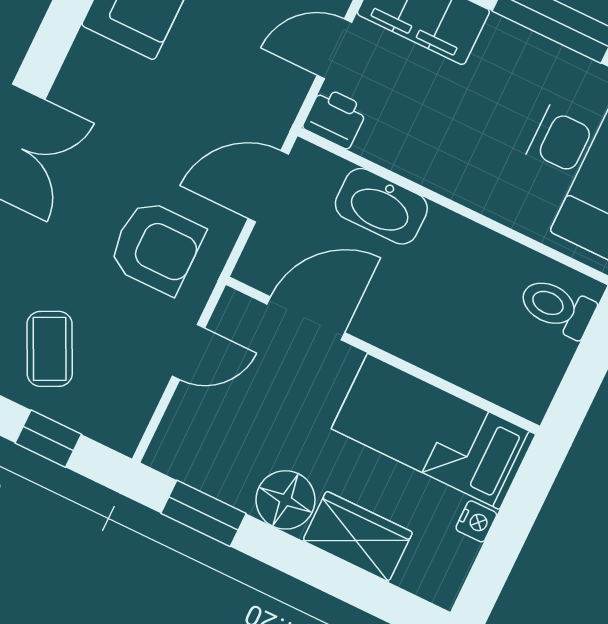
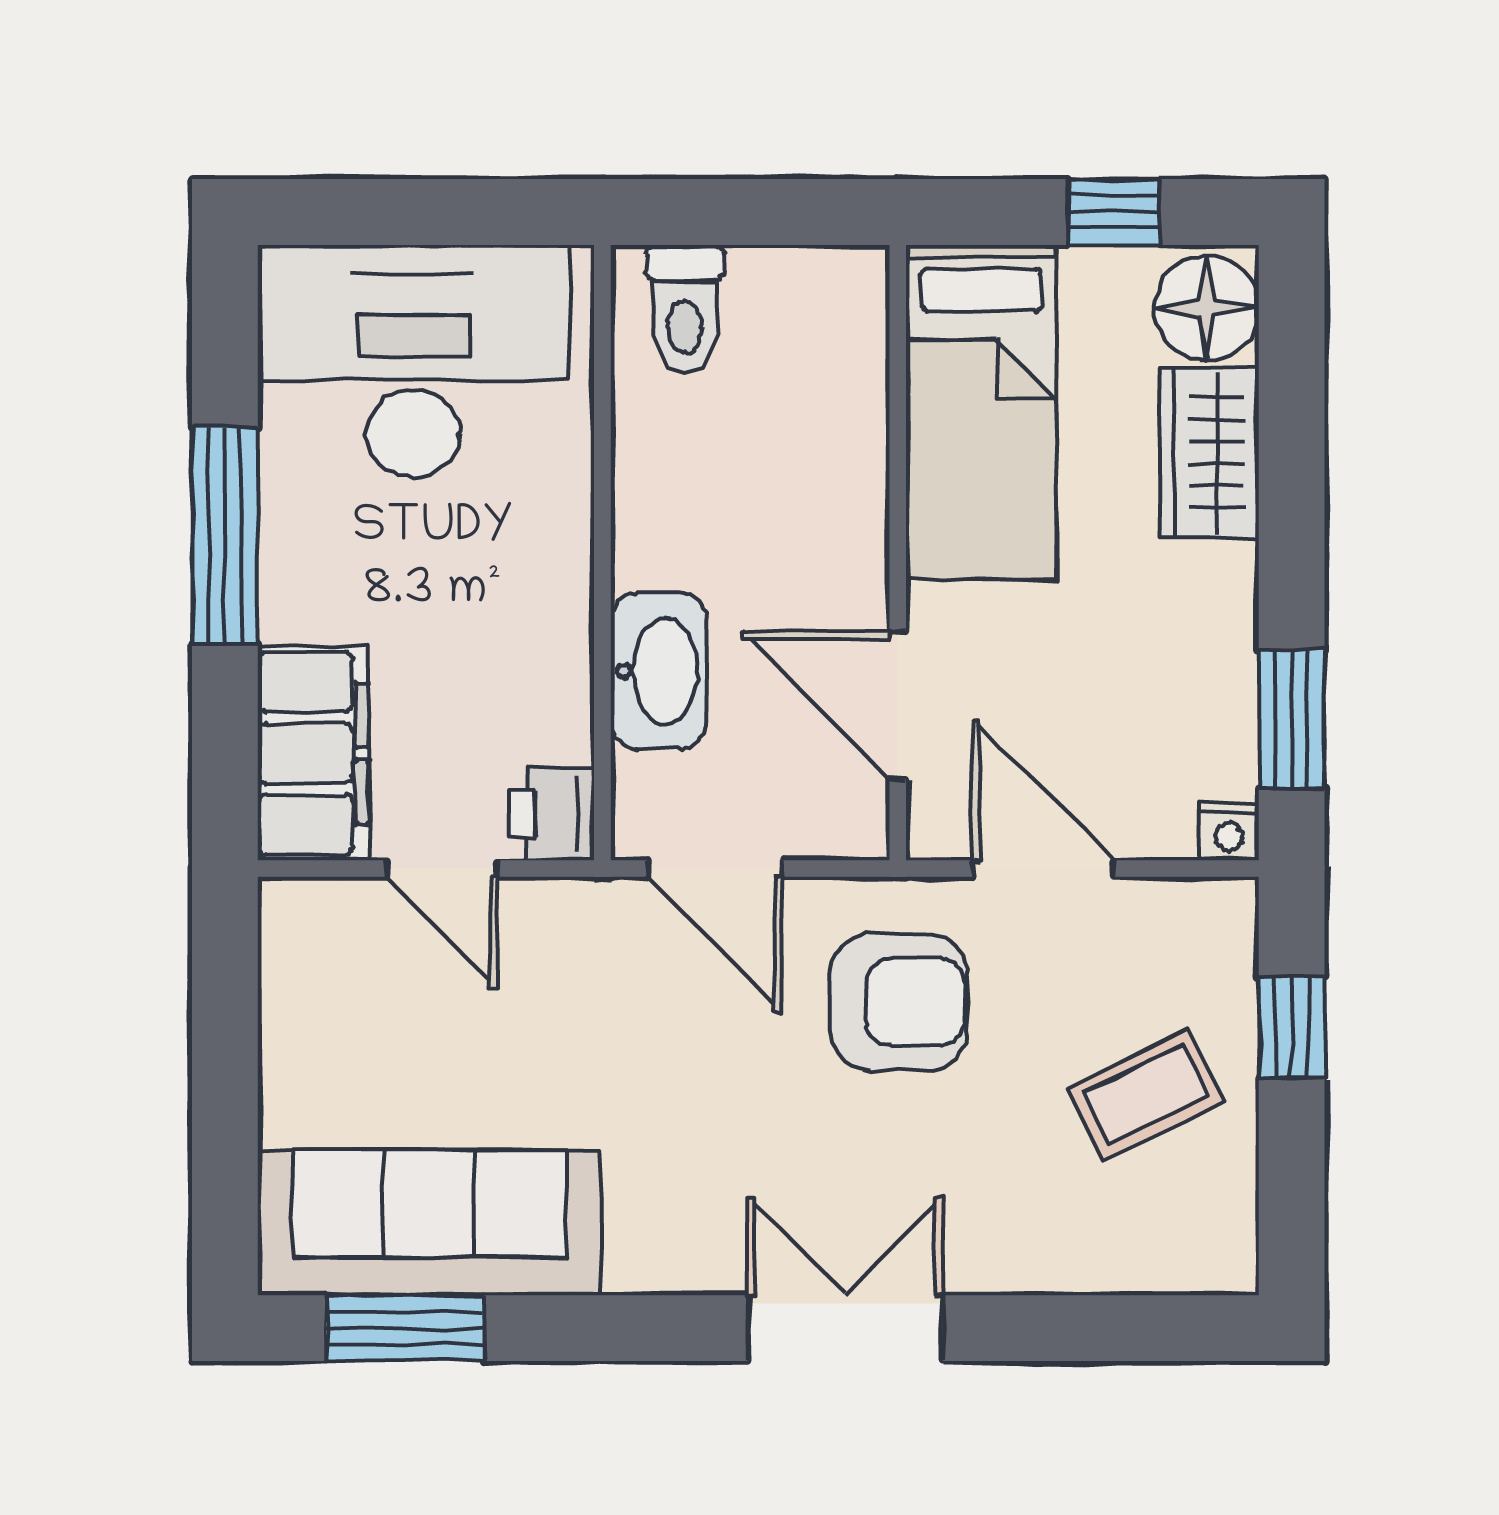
armchair: (156, 247) -> (899, 1002), turned 90
door: (189, 352) -> (1043, 869), width x1.38
floor lamp: (285, 500) -> (1206, 308), moved
nightstand: (476, 521) -> (1229, 832), moved, turned 180
window: (502, 547) -> (1114, 212), added

